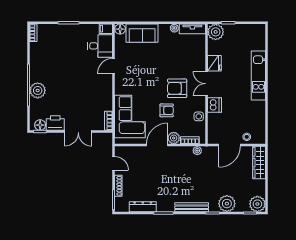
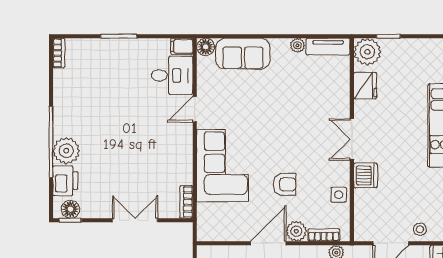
fridge: (214, 63) -> (365, 86), moved
armchair: (177, 88) -> (302, 147), removed
corner sofa: (130, 117) -> (222, 166), moved
printer: (55, 123) -> (65, 181), moved, turned 90
double door: (78, 132) -> (135, 220), swing flipped

